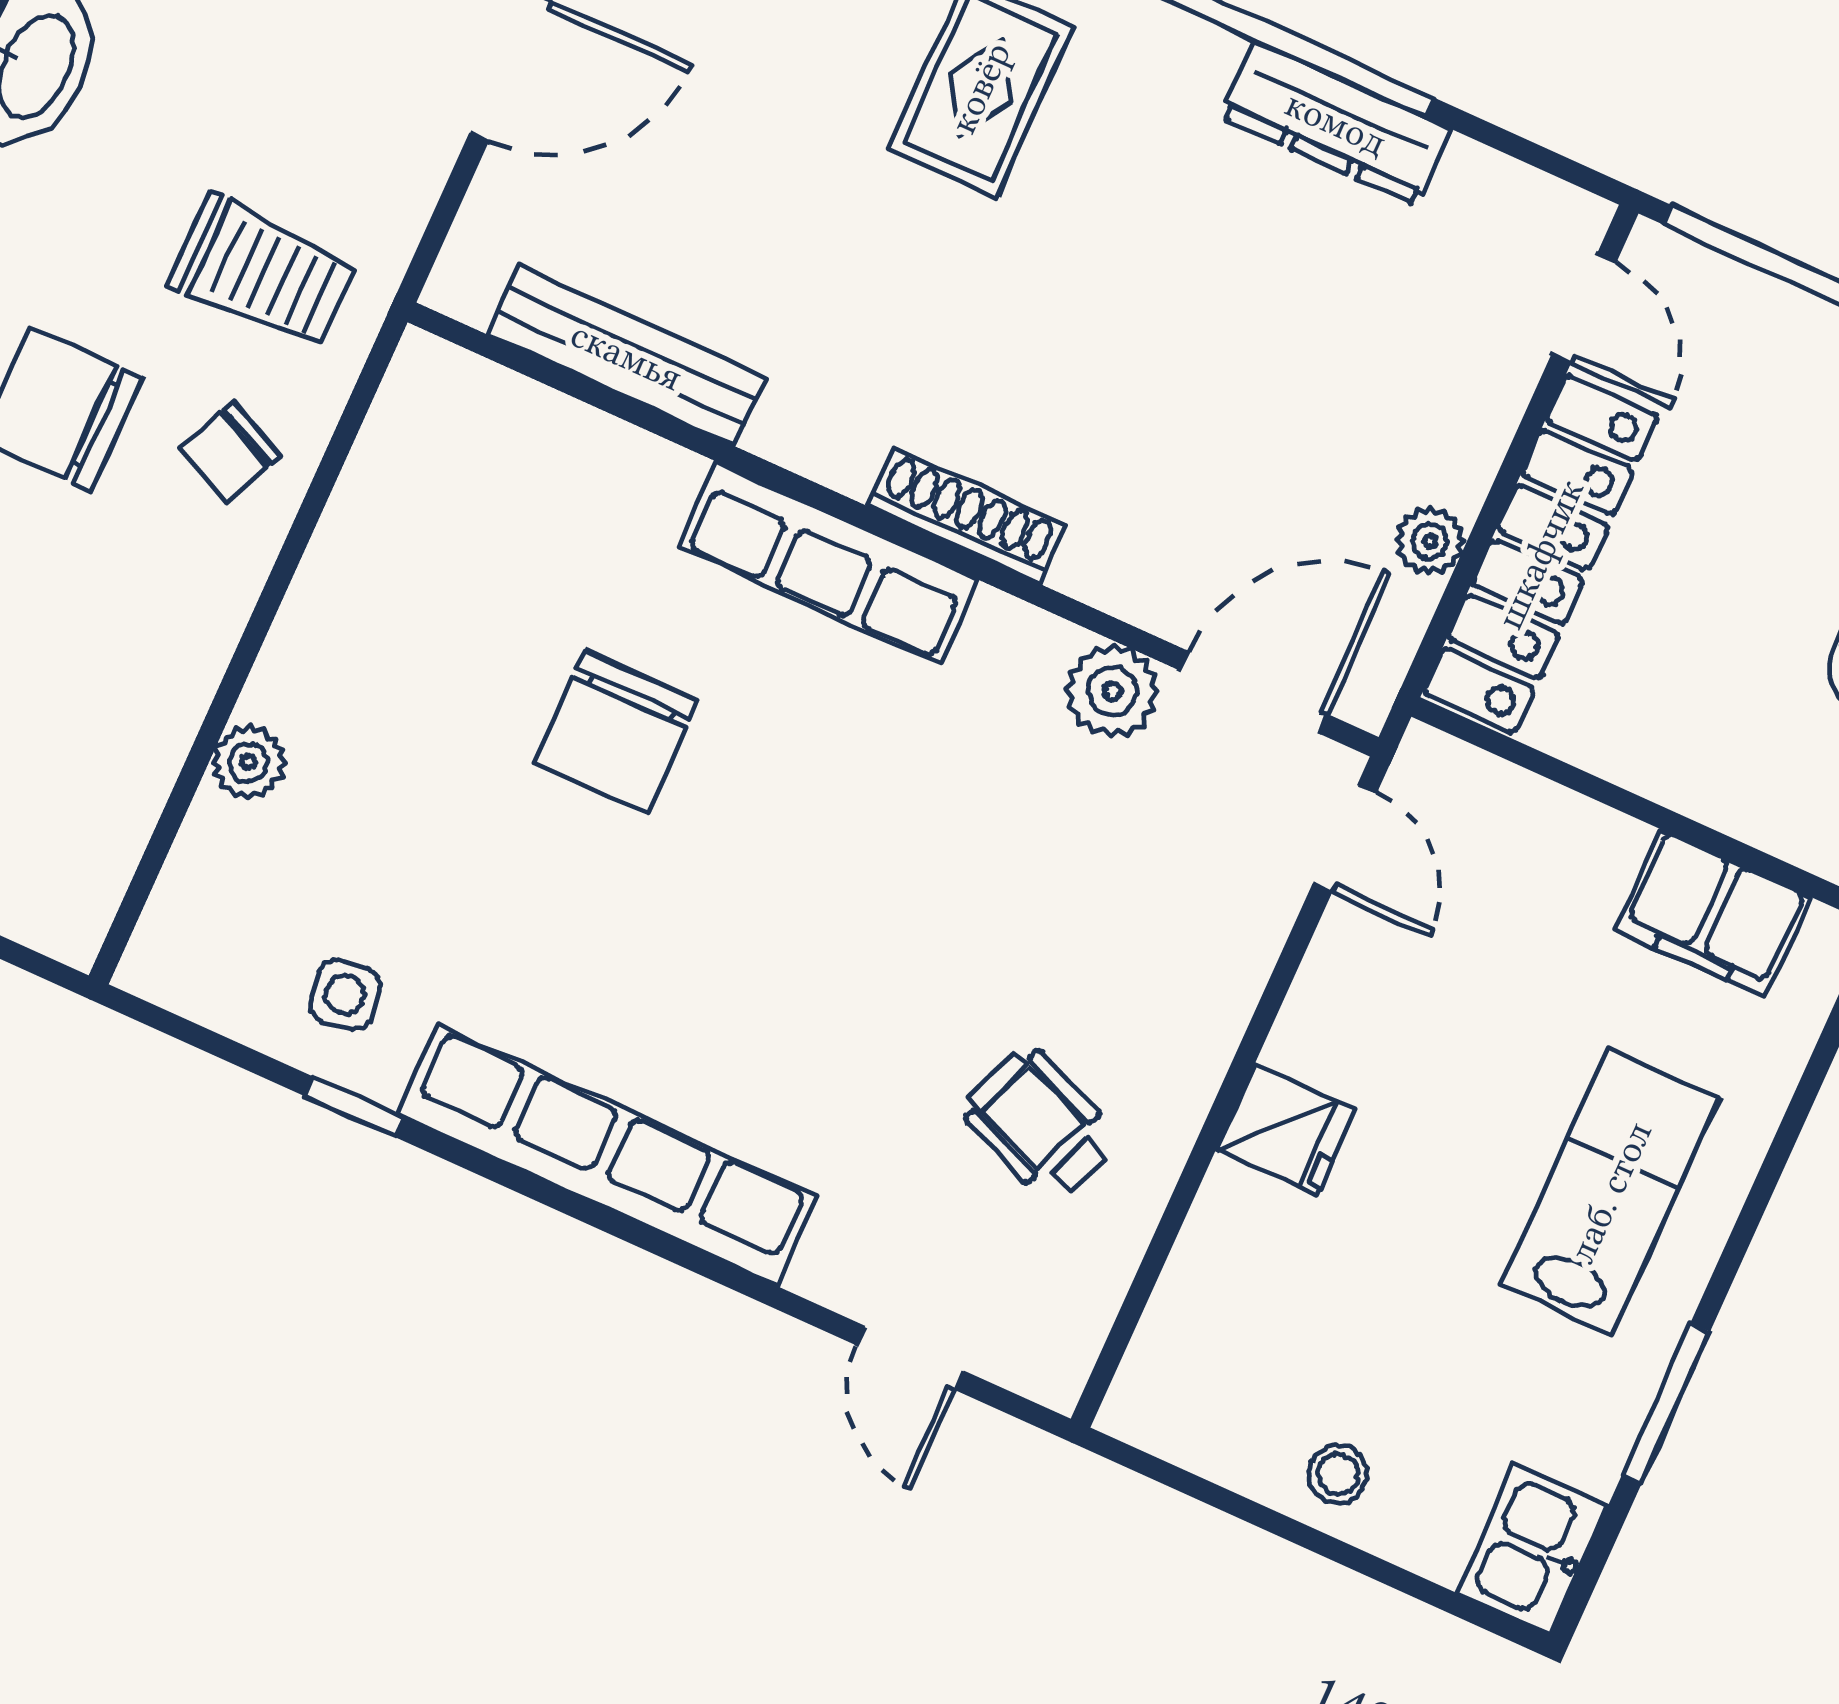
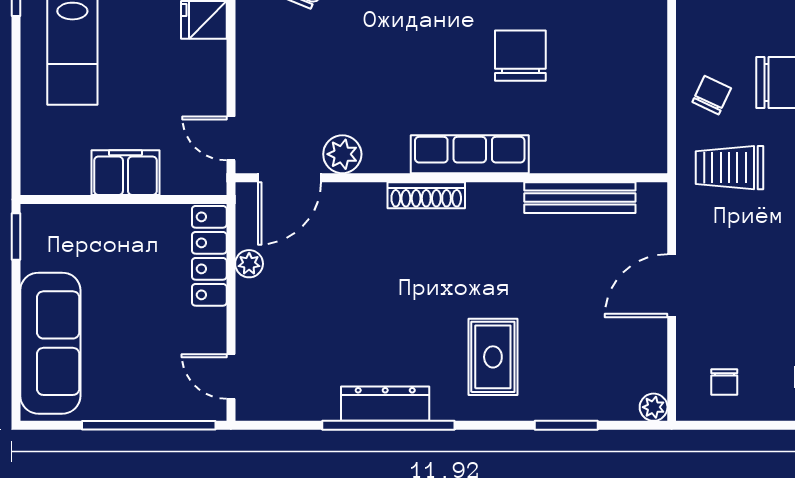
dresser: (1336, 123) -> (385, 404), moved
locker: (1540, 554) -> (209, 256), width x0.71, depth x0.83
filing cabinet: (1713, 913) -> (125, 173), moved

